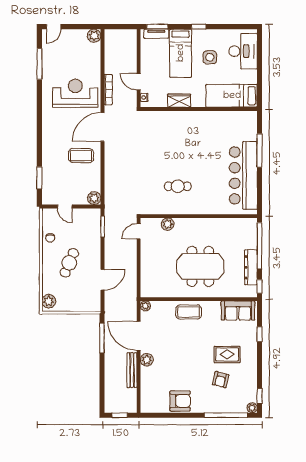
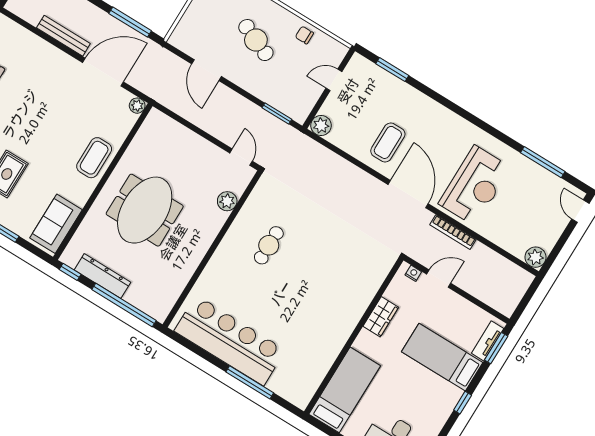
side table: (210, 57) -> (413, 392), removed
plant: (147, 360) -> (65, 64), removed

